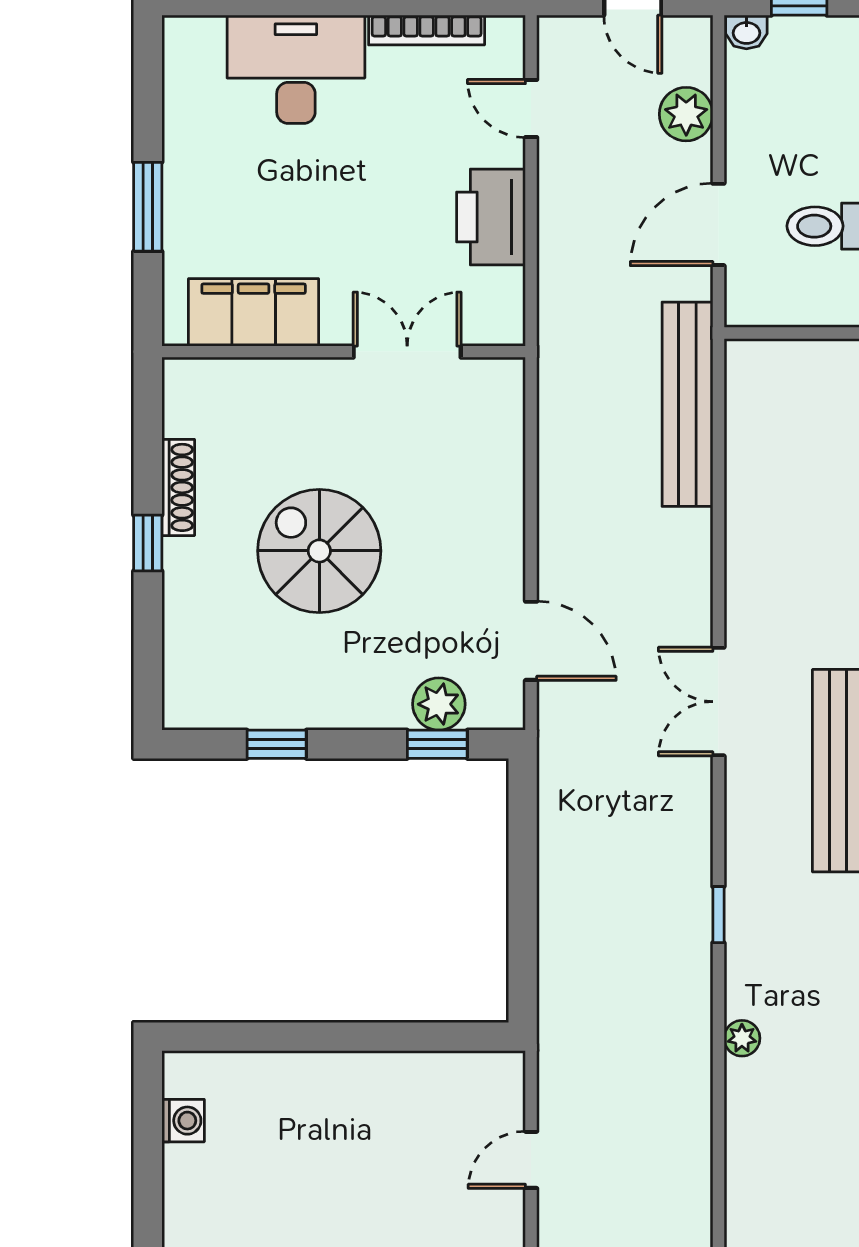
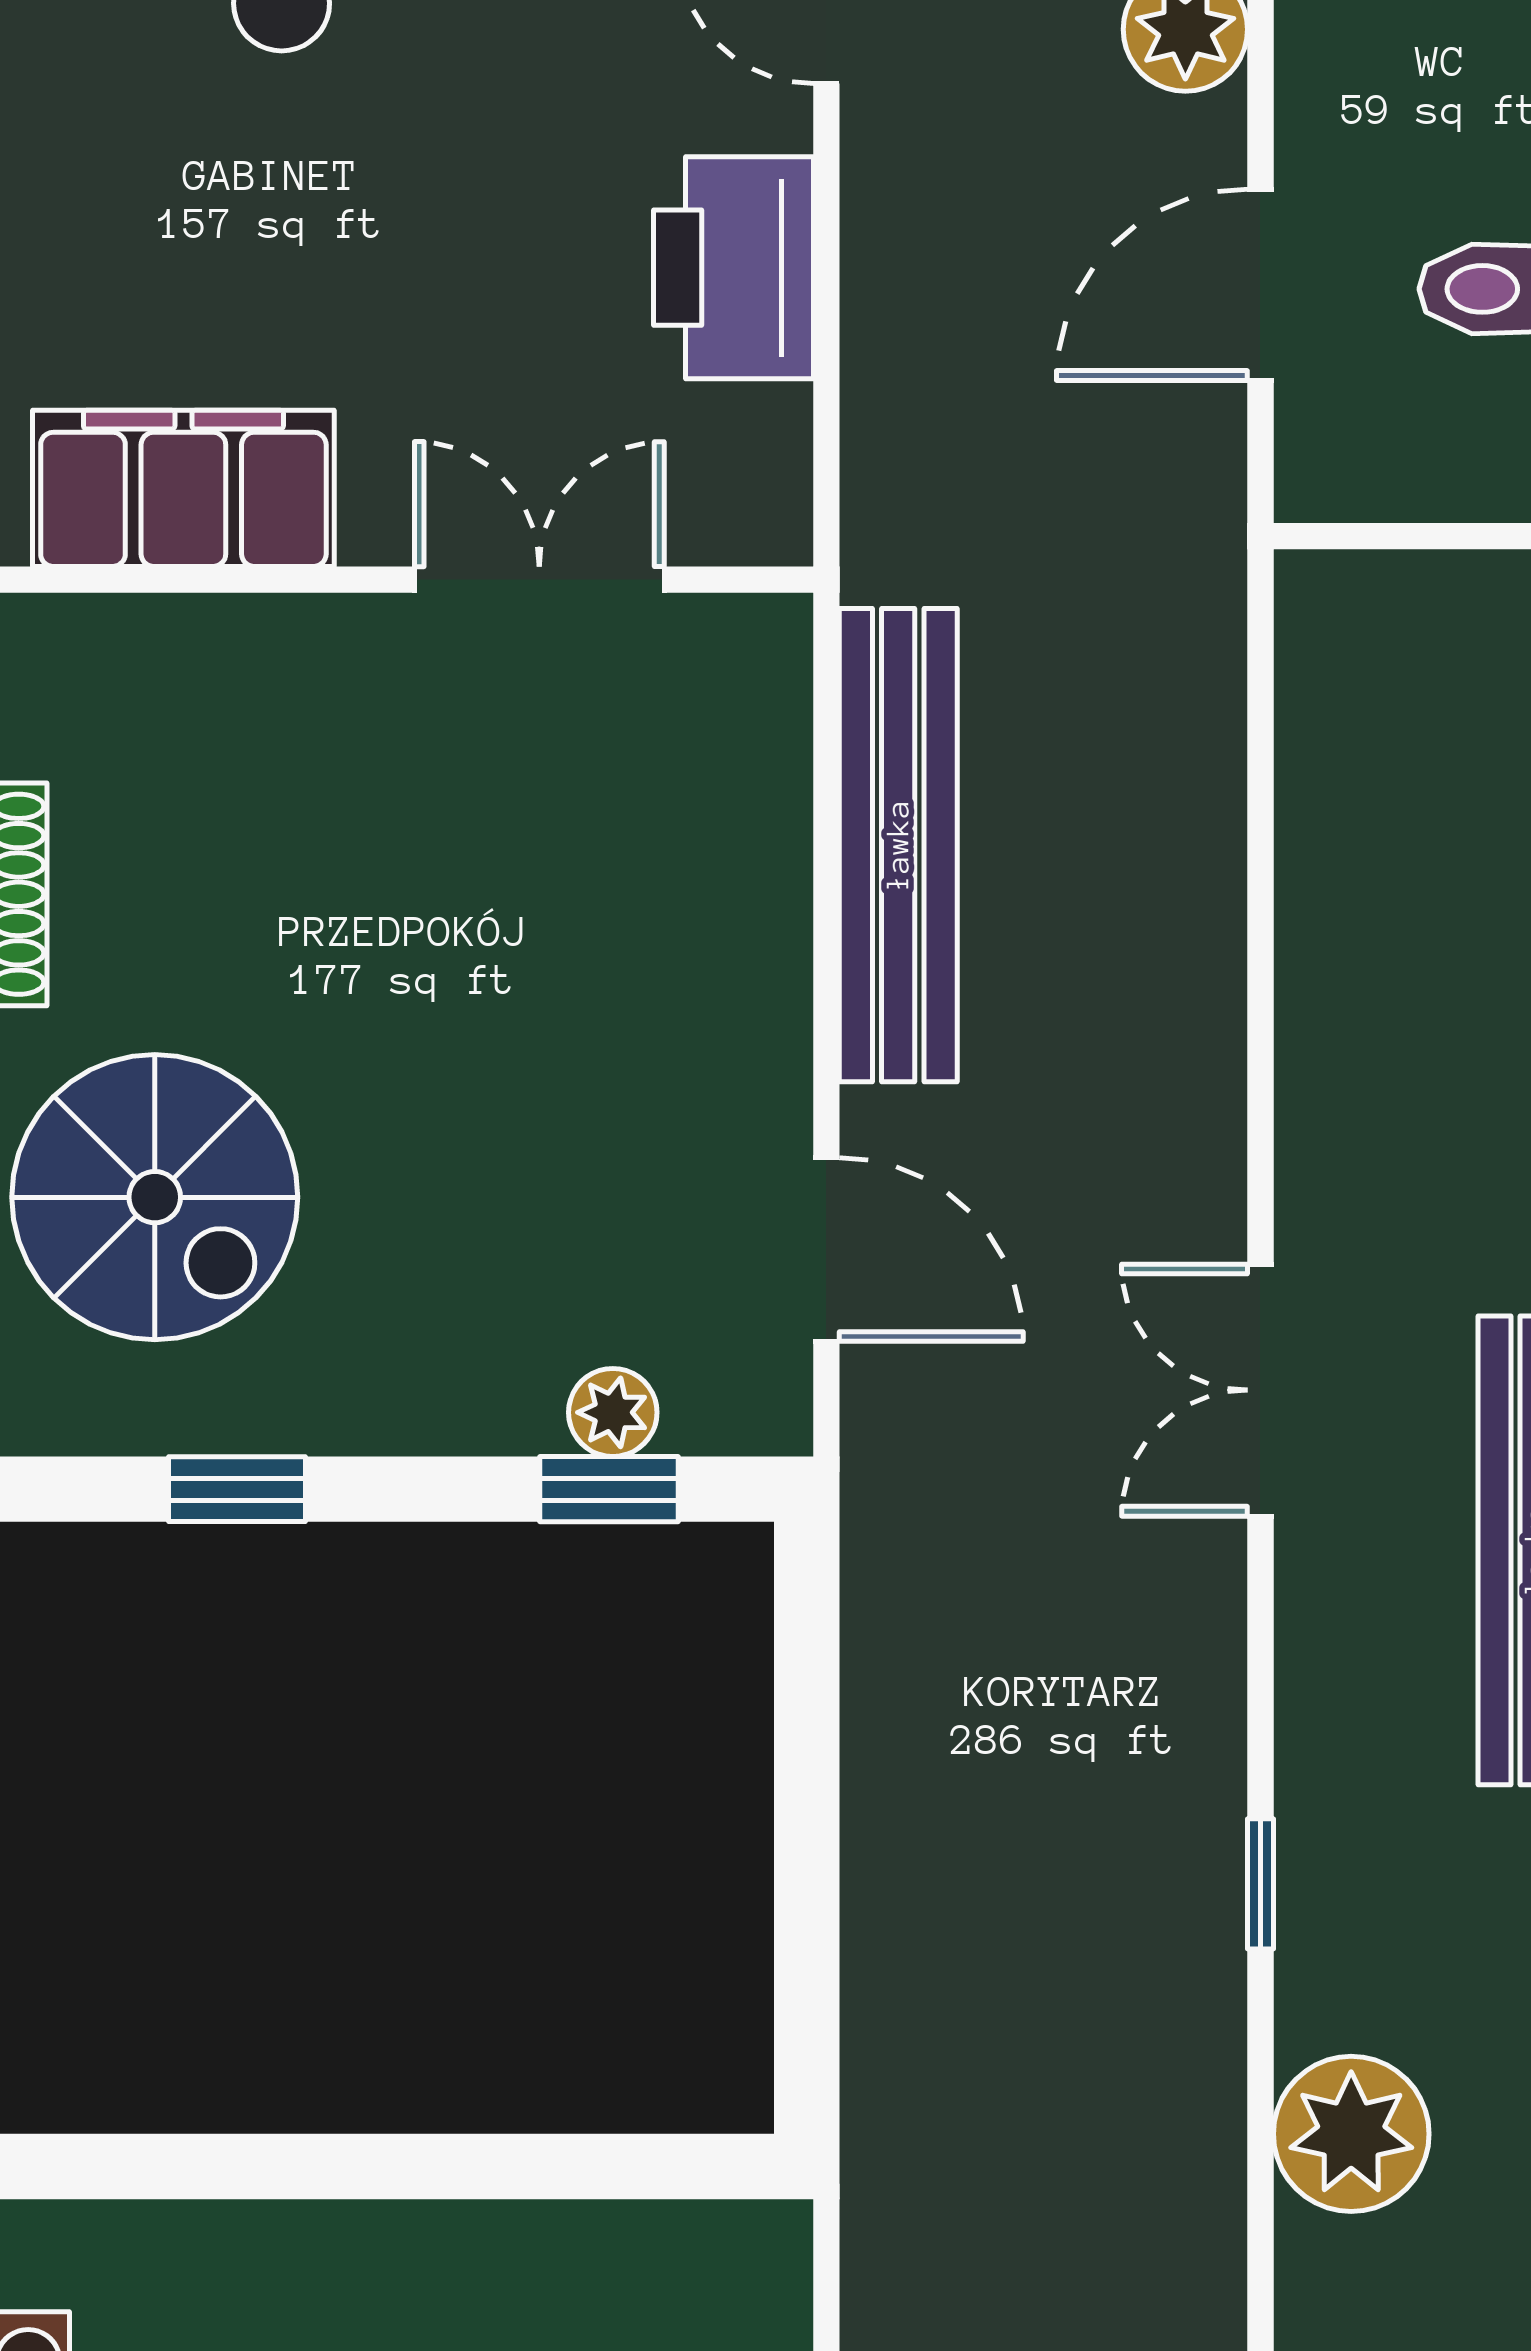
bench: (687, 404) -> (898, 845), moved
spiral stairs: (319, 551) -> (155, 1197), moved, turned 180
plant: (439, 704) -> (613, 1412), width x0.73, depth x0.73
plant: (742, 1038) -> (1351, 2134), width x1.88, depth x1.88

